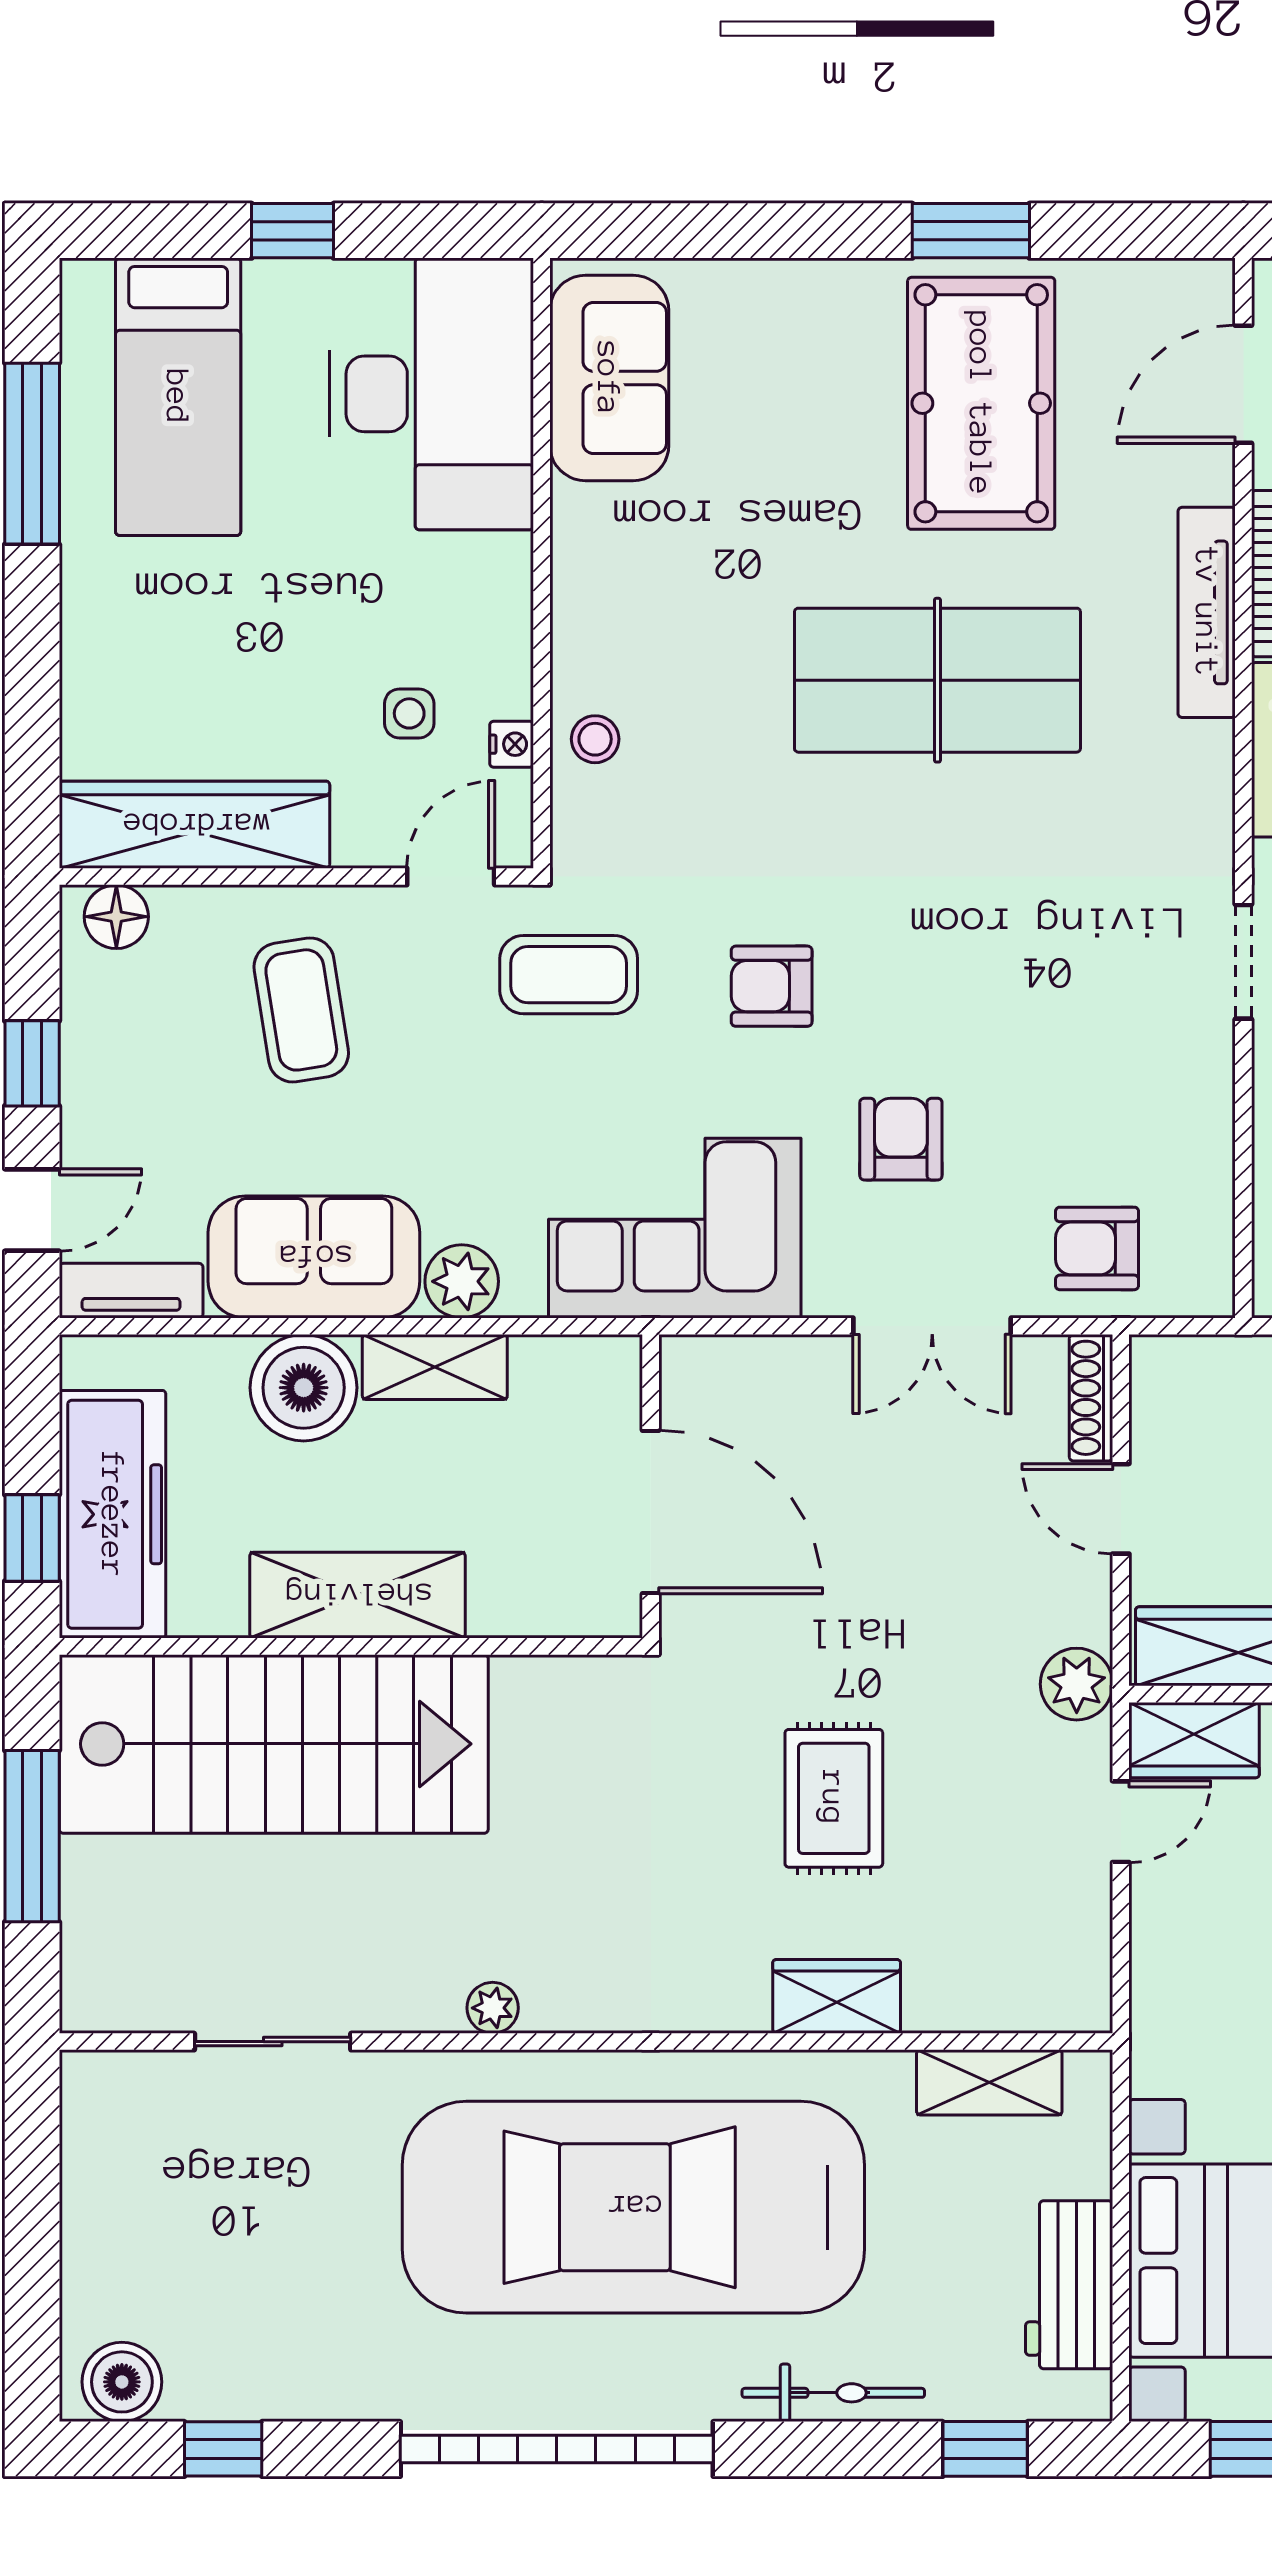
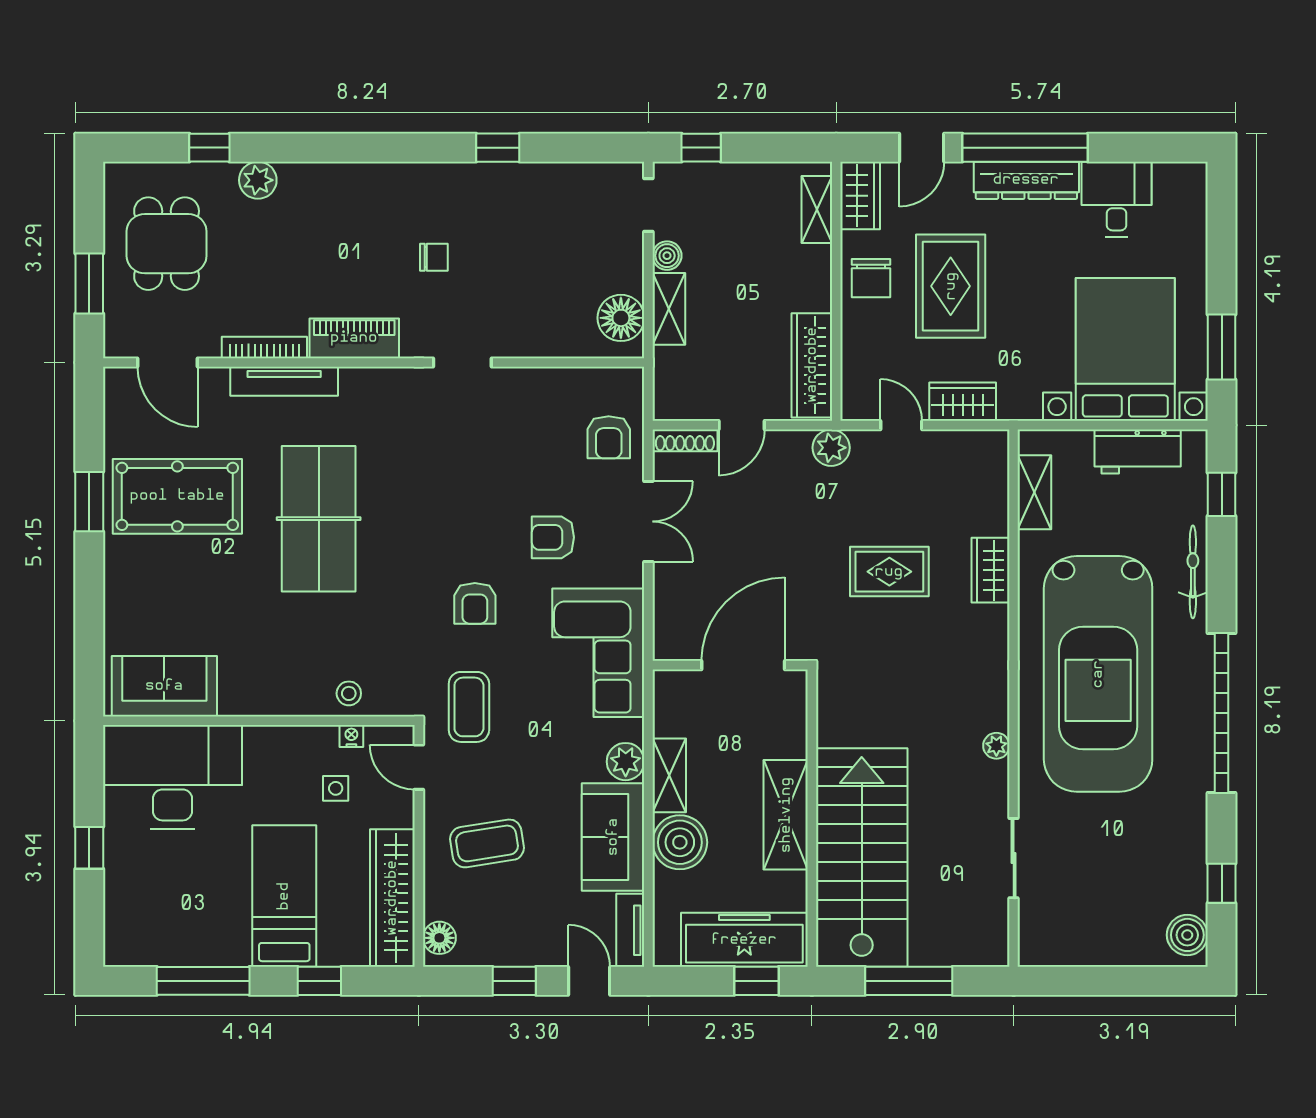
bed: (178, 397) -> (284, 896), moved, turned -90
window: (32, 682) -> (319, 981), added
wardrobe: (1194, 1740) -> (963, 402), moved, turned -90

